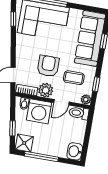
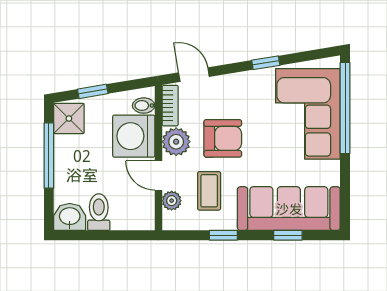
window: (13, 19) -> (266, 63), moved
window: (96, 84) -> (223, 235), moved
plant: (86, 100) -> (172, 201), moved
toilet: (79, 113) -> (99, 212), moved

